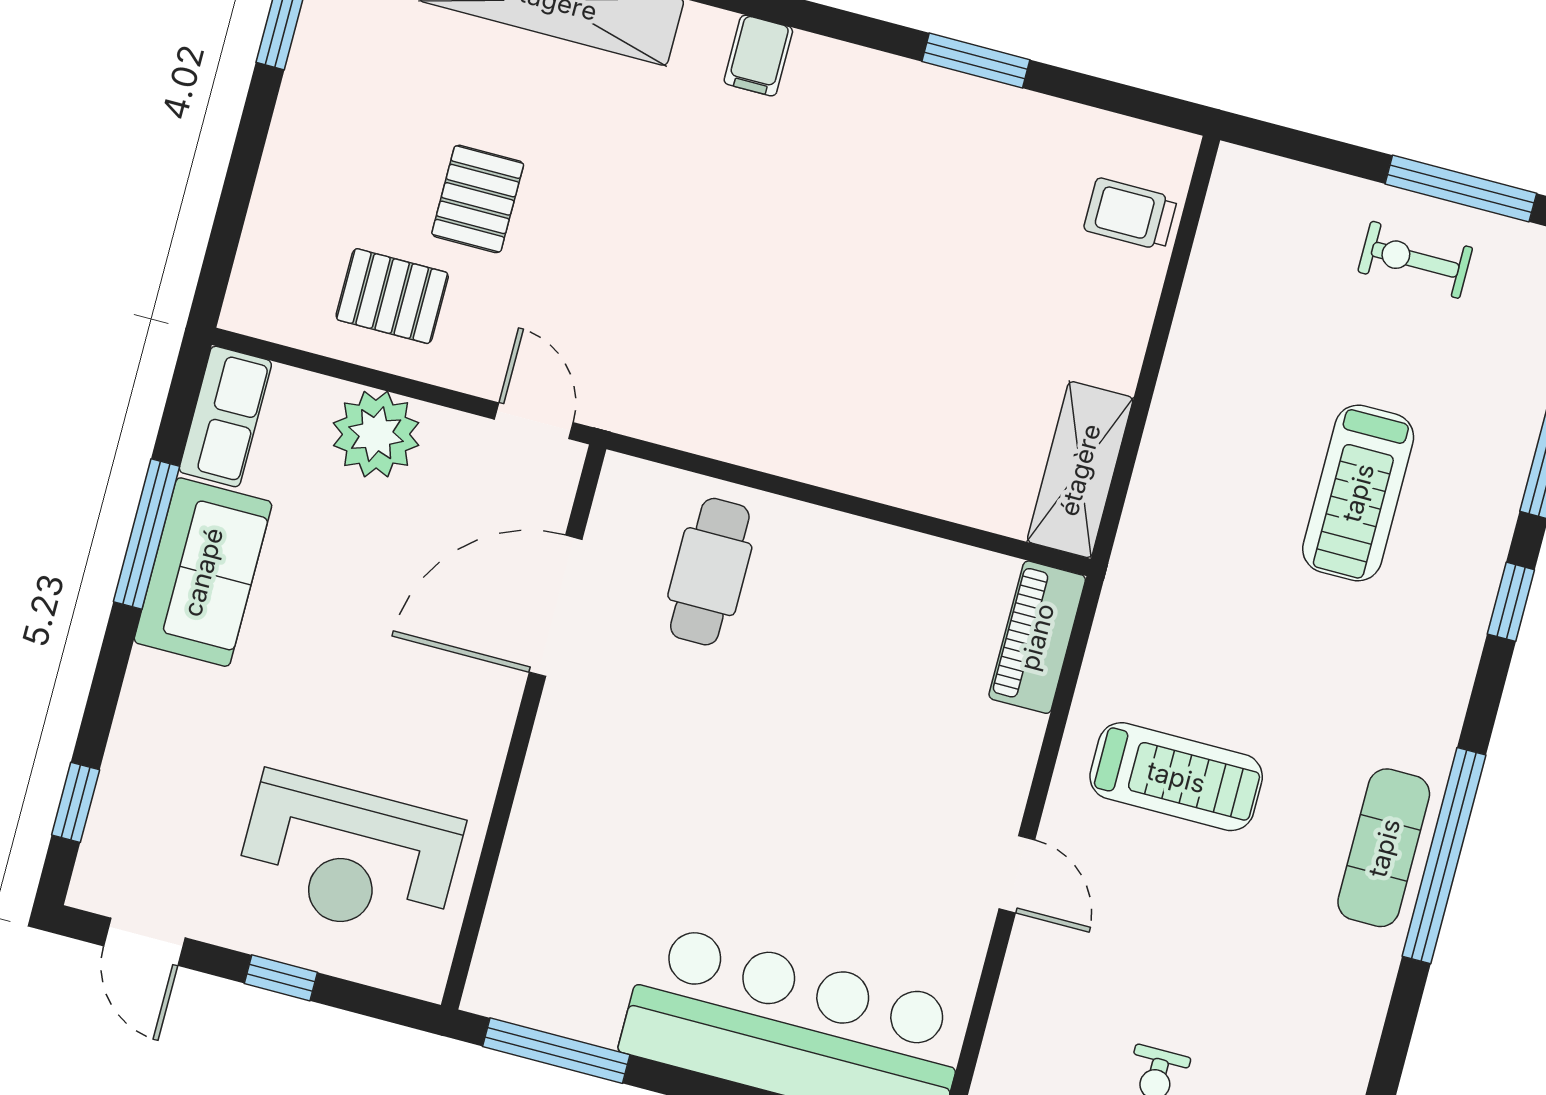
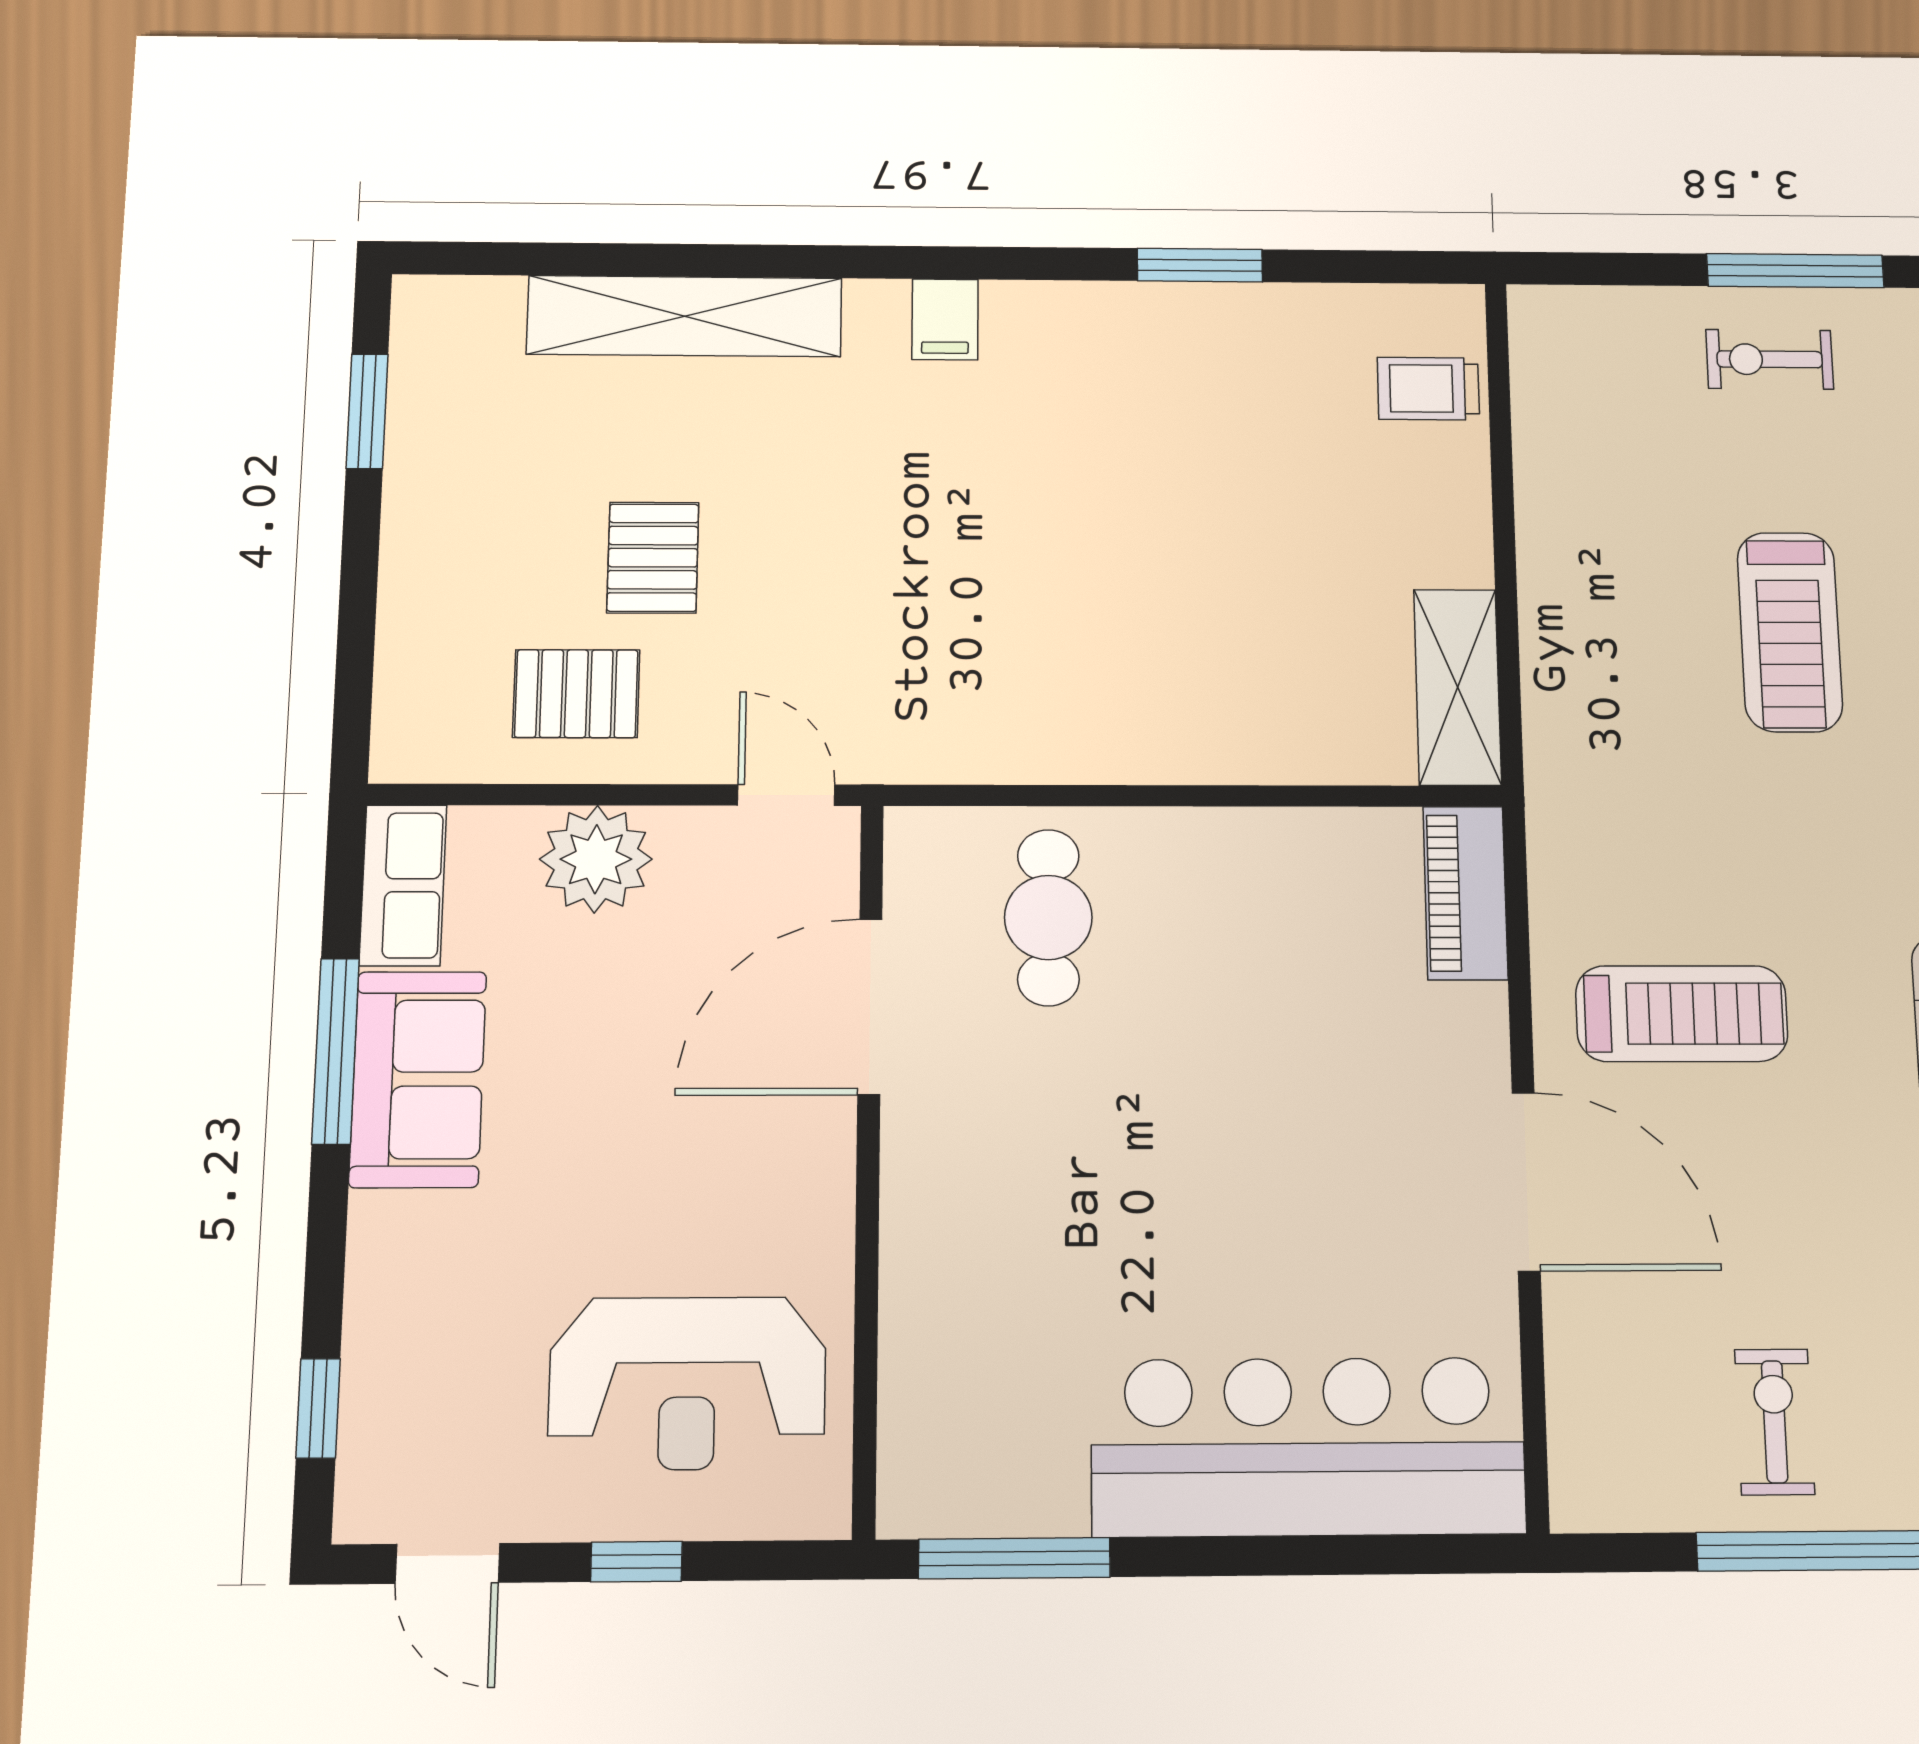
door: (1017, 874) -> (1526, 1182), width x1.88

